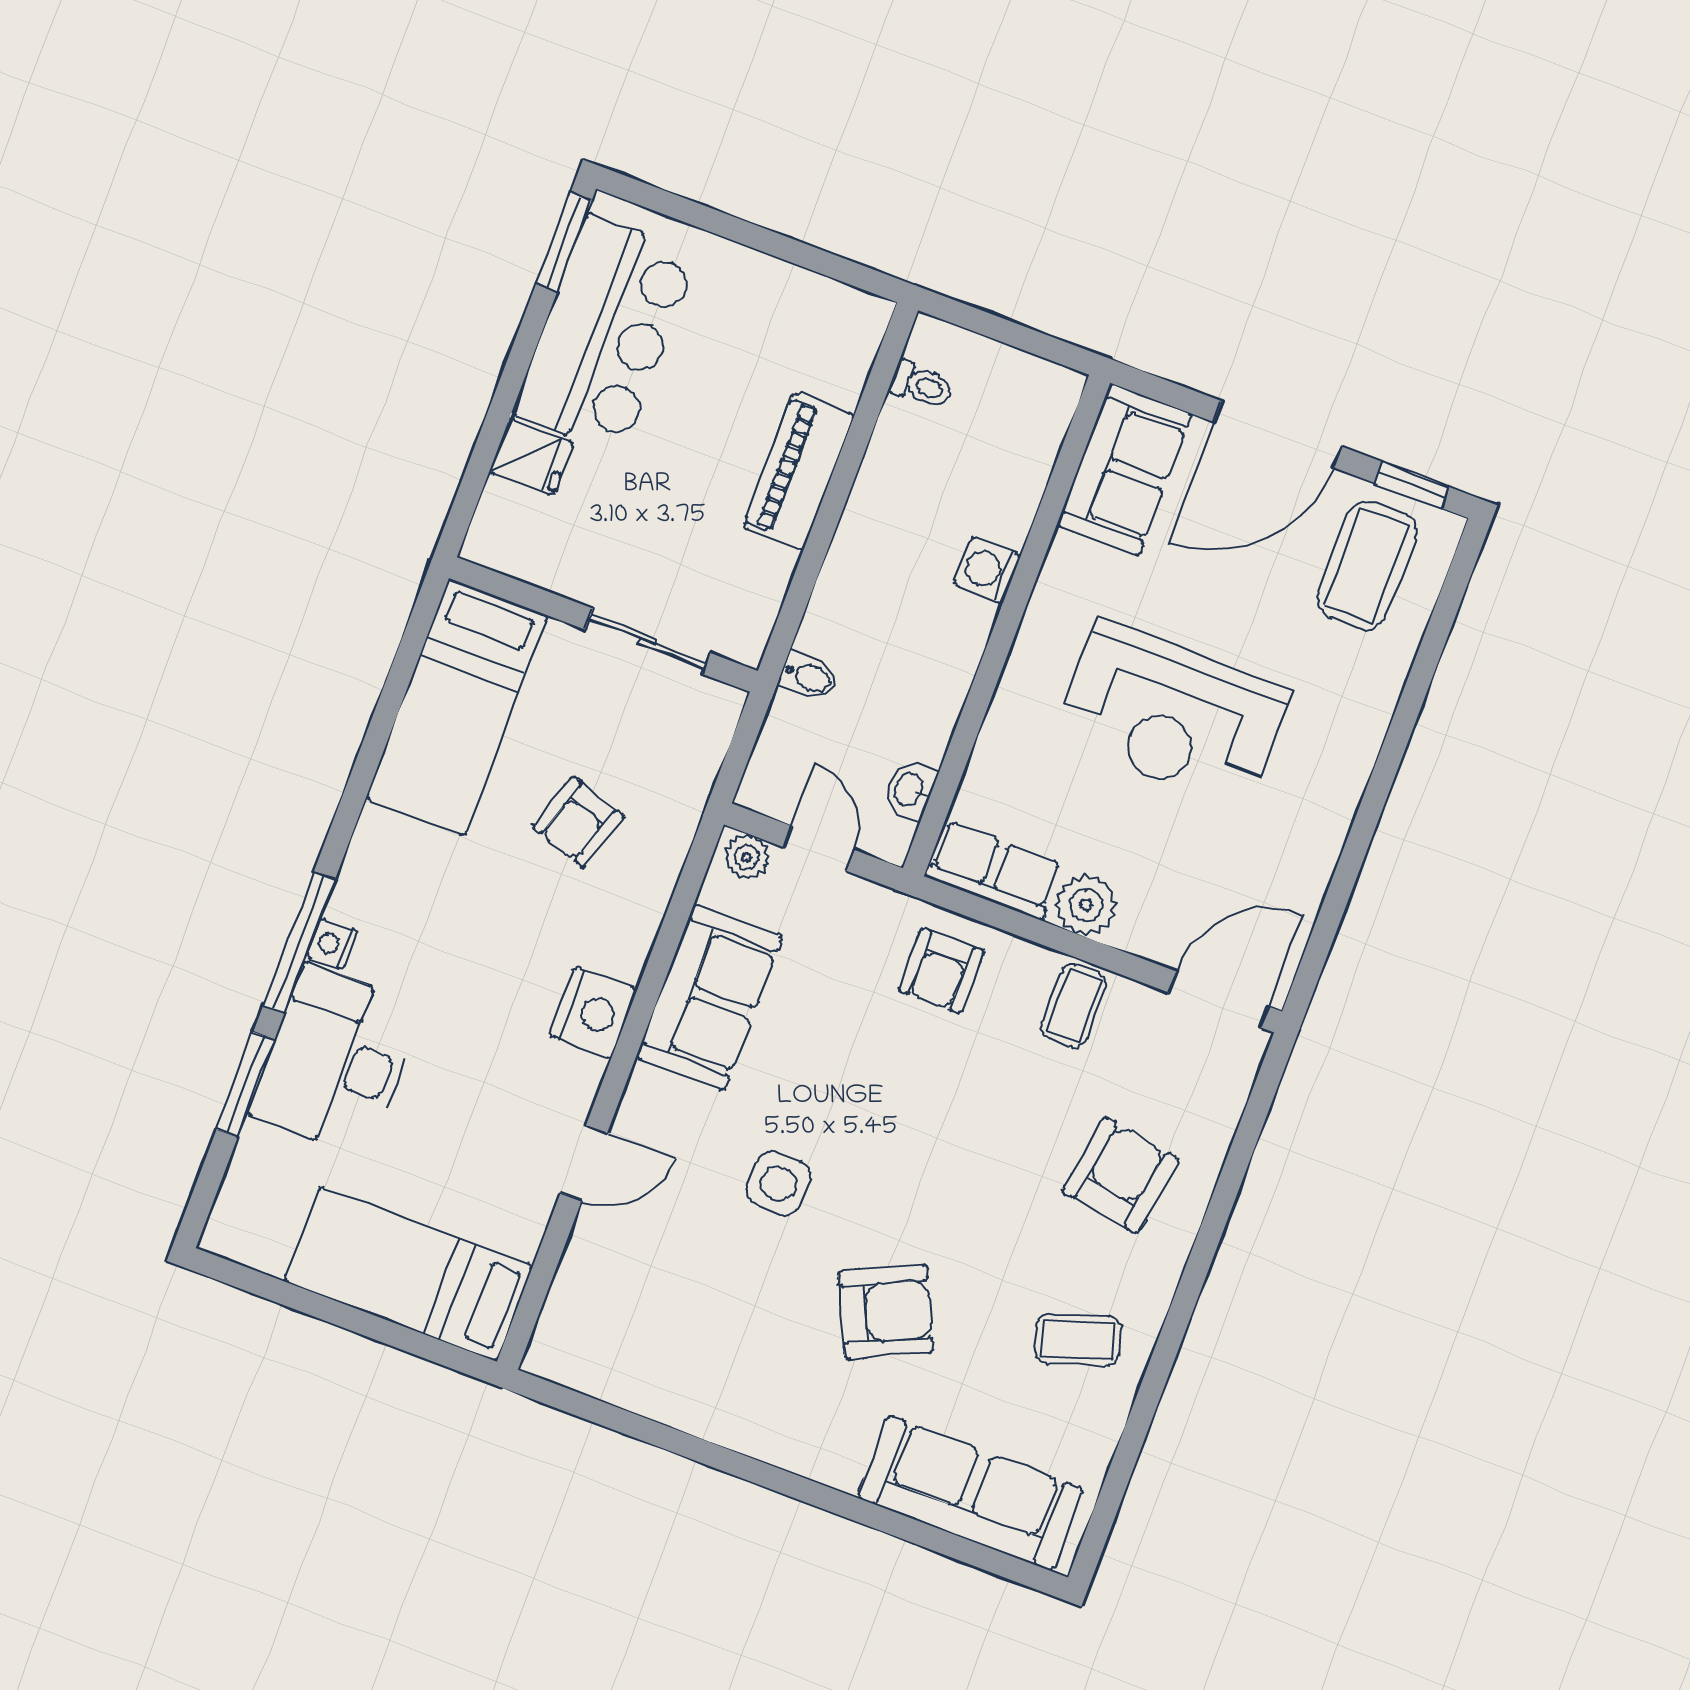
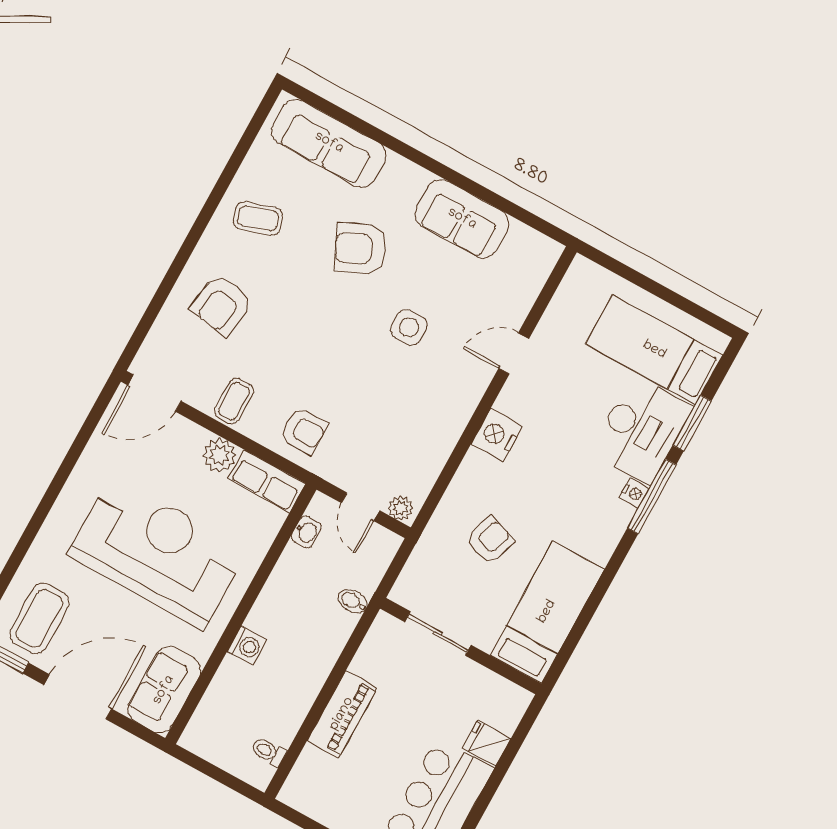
reception desk: (1172, 715) -> (158, 552), width x1.36, depth x1.30
armchair: (941, 971) -> (304, 431), turned 90
sofa: (709, 998) -> (462, 219), moved, turned -90
bed: (408, 1274) -> (654, 350), moved, turned 180

